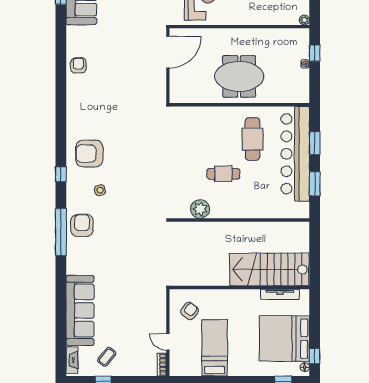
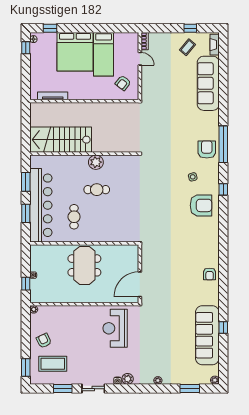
meeting table: (239, 76) -> (84, 265), turned 90
cafe table: (252, 139) -> (74, 217), width x0.73, depth x0.74
plant: (200, 209) -> (96, 162), moved
armchair: (82, 225) -> (207, 150), turned 180
stairs: (269, 269) -> (61, 140), moved, turned 180
bed: (284, 339) -> (75, 52), moved, turned 90

